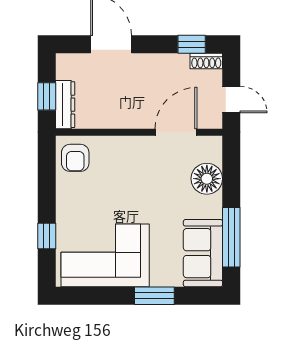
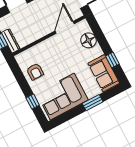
armchair: (75, 158) -> (35, 72), moved
window: (231, 237) -> (112, 60), width x0.46

